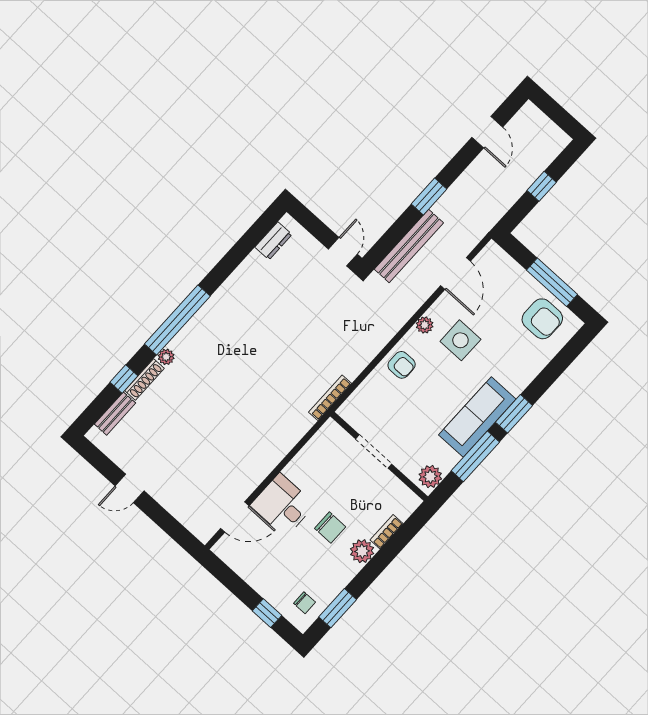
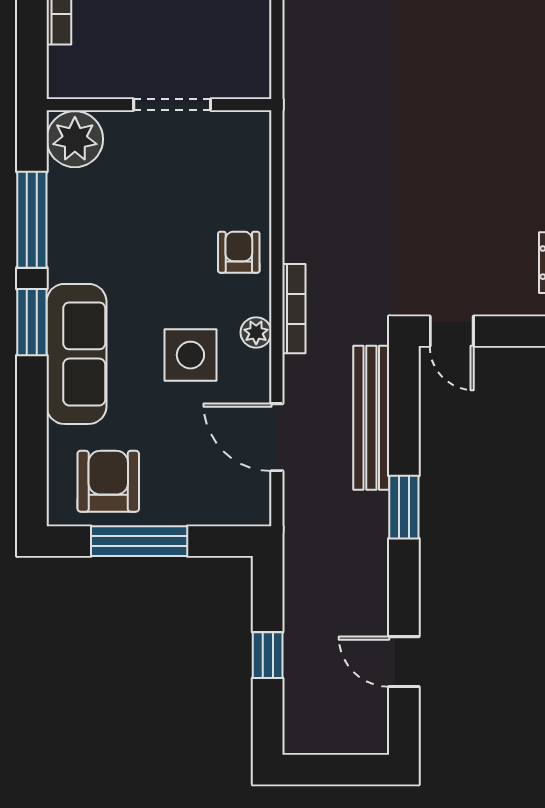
armchair: (542, 319) -> (108, 481), turned 90
armchair: (402, 365) -> (239, 252), turned 90
bookcase: (330, 398) -> (294, 309), moved
sofa: (477, 417) -> (76, 354), moved
plant: (430, 477) -> (75, 139), width x1.36, depth x1.36

